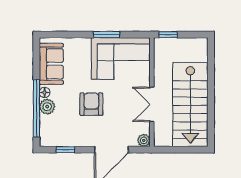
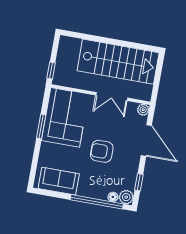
floor lamp: (45, 92) -> (113, 197), moved
plant: (47, 107) -> (126, 197), moved

